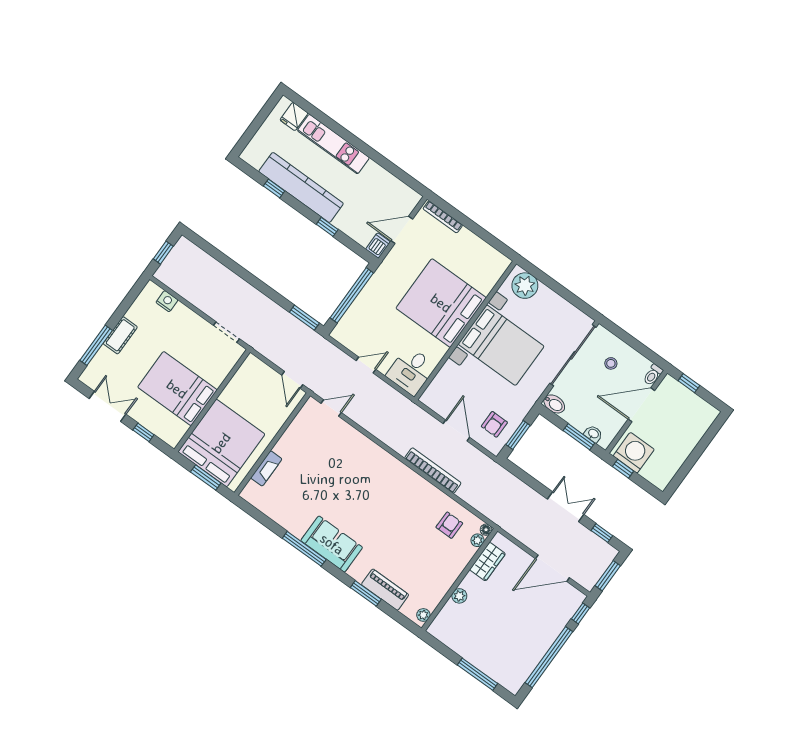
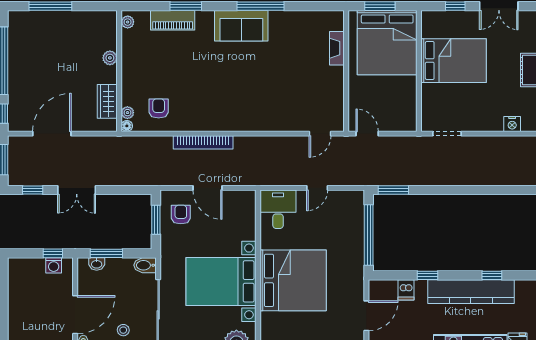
dishwasher: (378, 245) -> (406, 290), moved
washing machine: (634, 453) -> (54, 265), width x0.53, depth x0.53
armchair: (449, 525) -> (159, 108), turned 180

